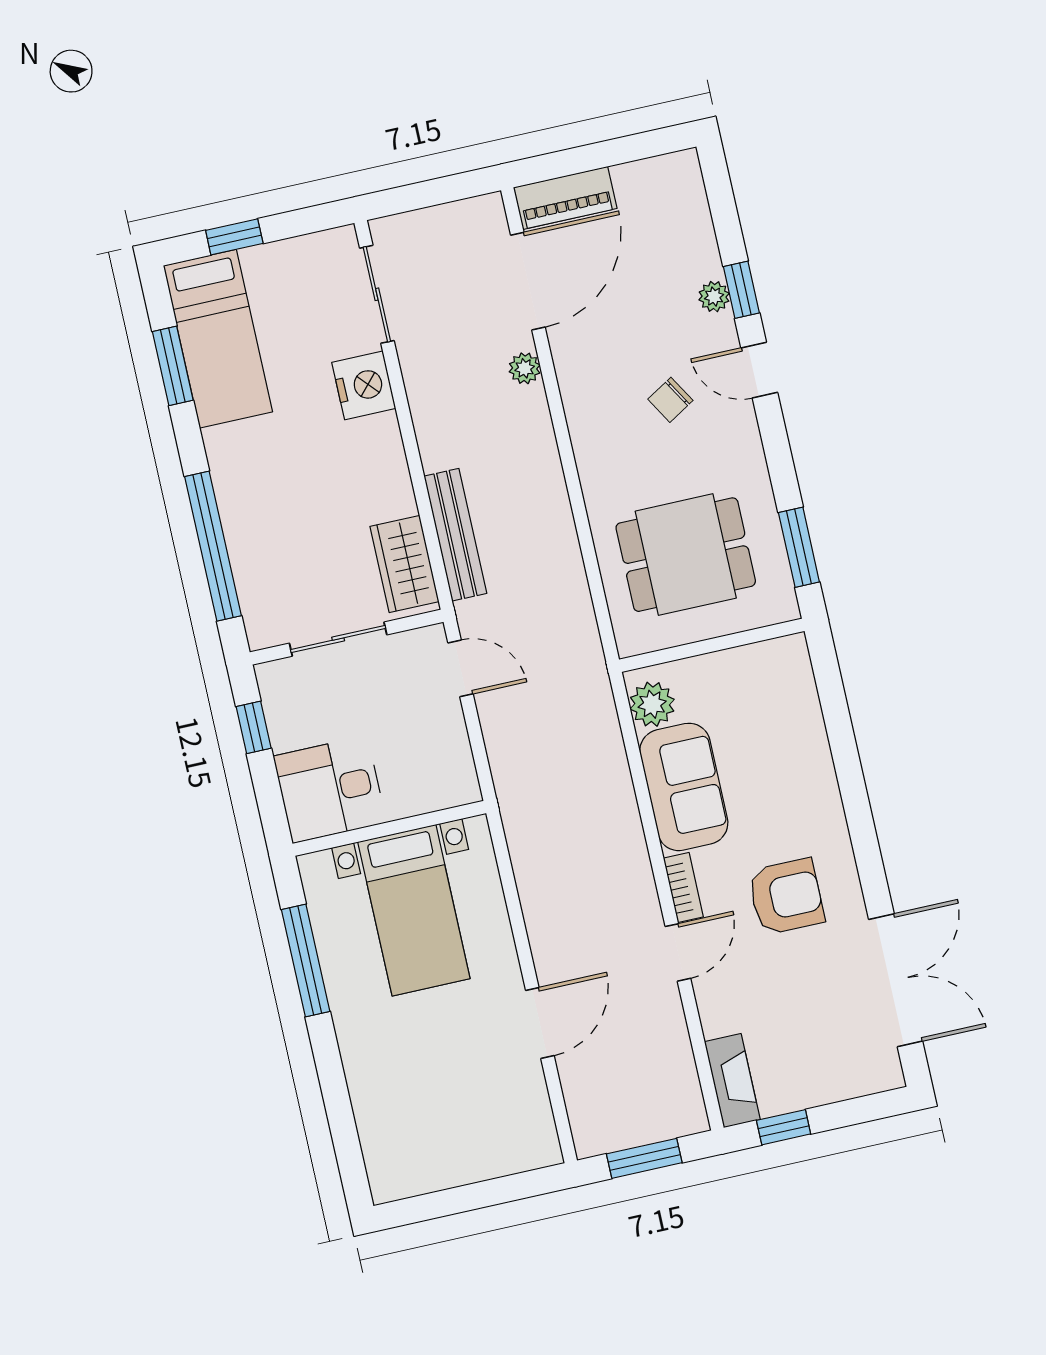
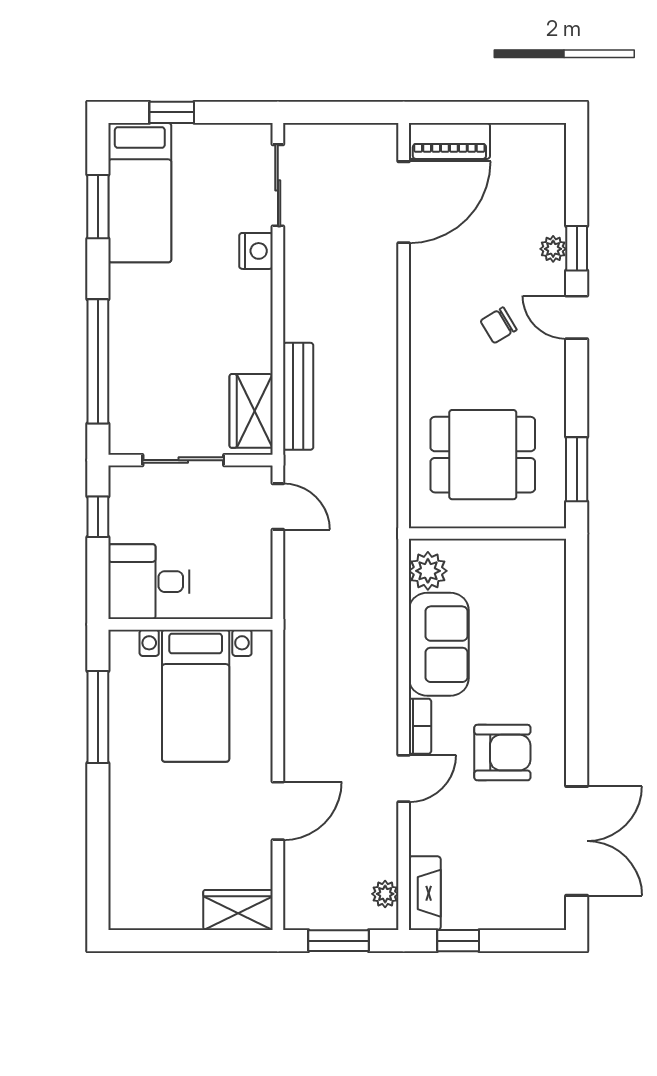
plant: (525, 368) -> (385, 894), moved
nightstand: (364, 385) -> (256, 251), width x0.74, depth x0.75
wardrobe: (519, 1149) -> (238, 910), added

